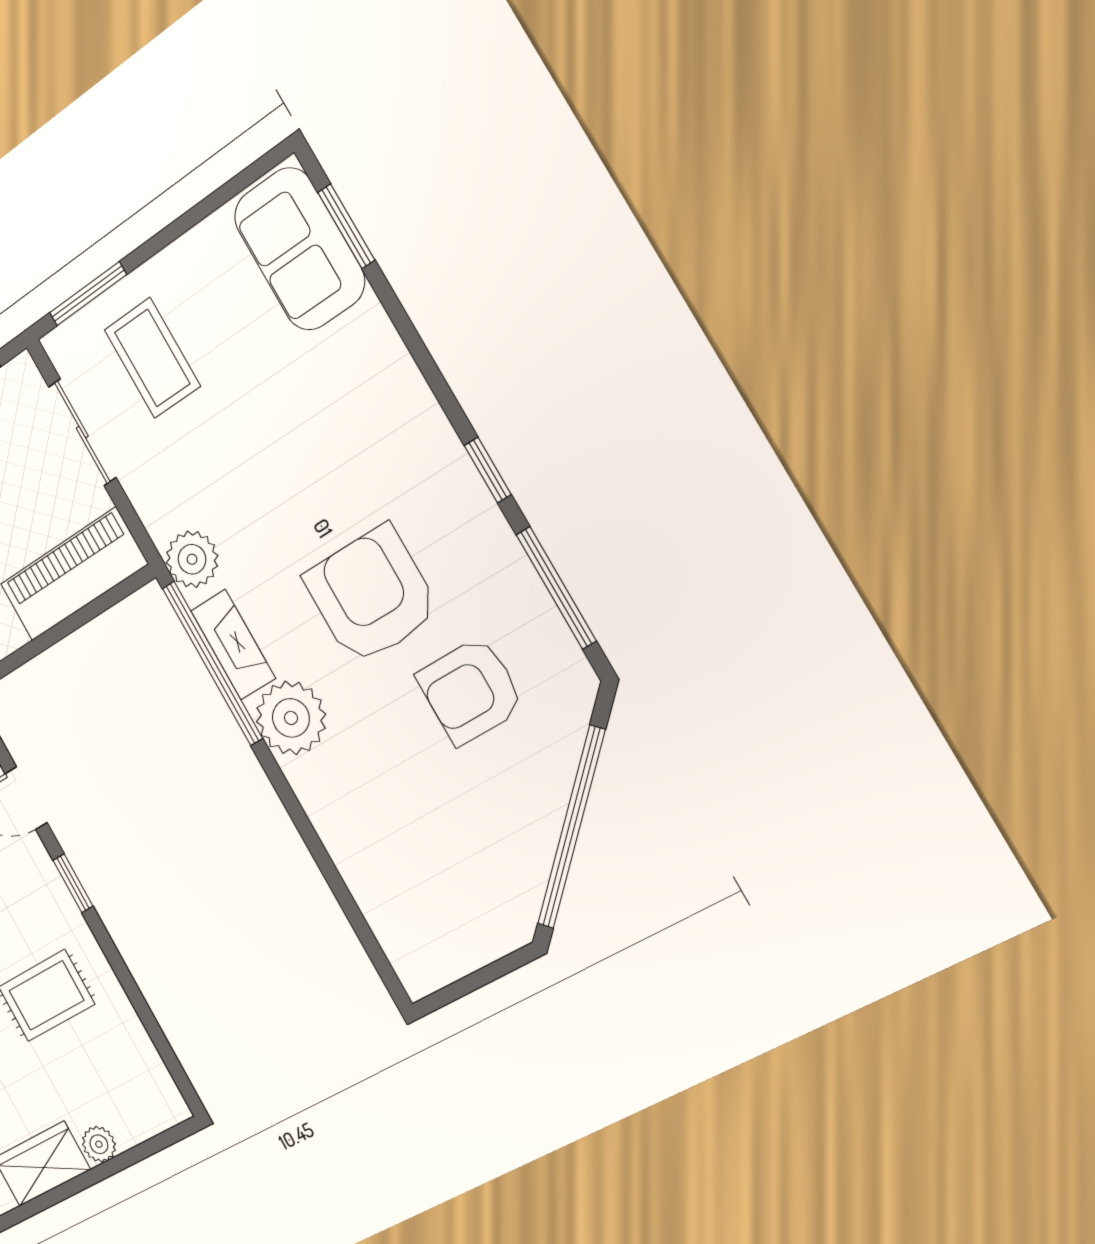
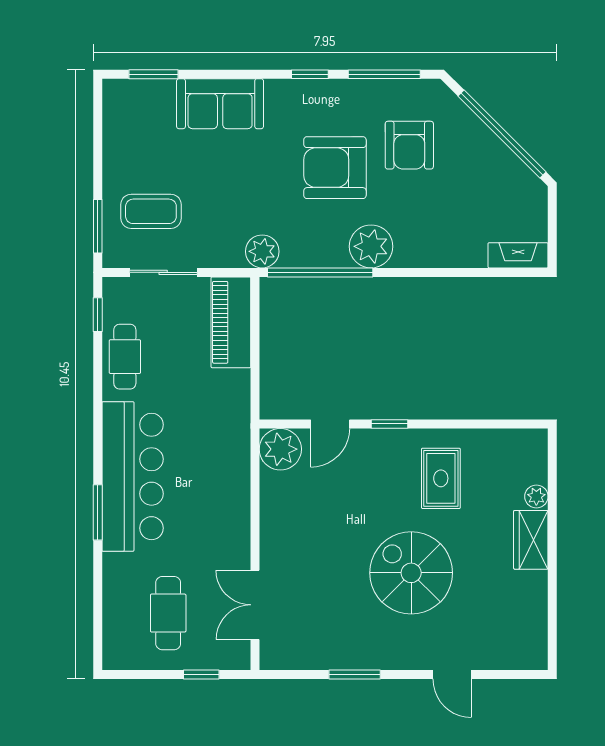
sofa: (299, 249) -> (220, 104), moved
fireplace: (233, 645) -> (518, 255), moved

